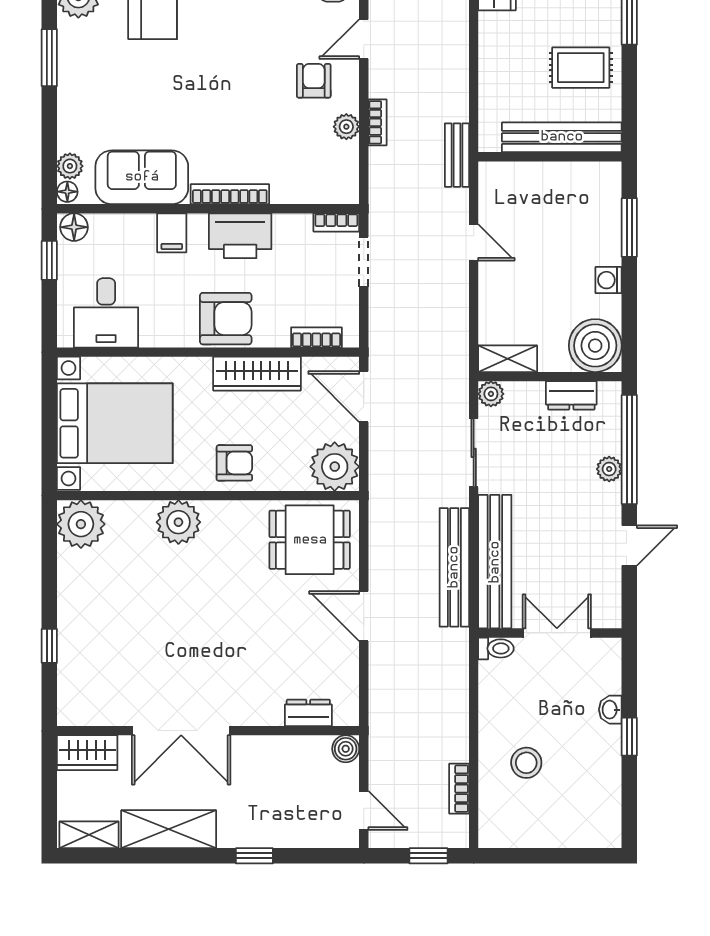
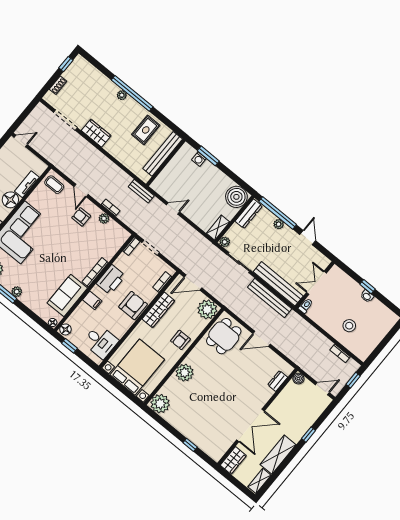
plant: (70, 166) -> (17, 292), moved
washing machine: (609, 280) -> (199, 159), moved
dresser: (571, 395) -> (249, 214), width x1.44
armchair: (234, 463) -> (180, 340), turned 180
washbasin: (610, 710) -> (367, 296), moved

